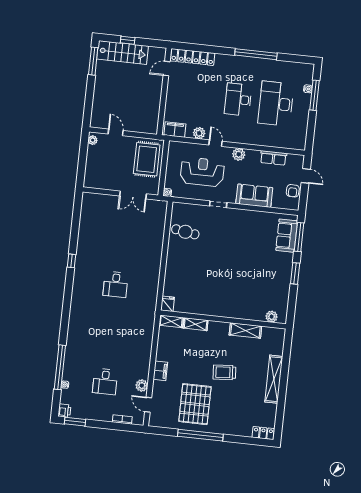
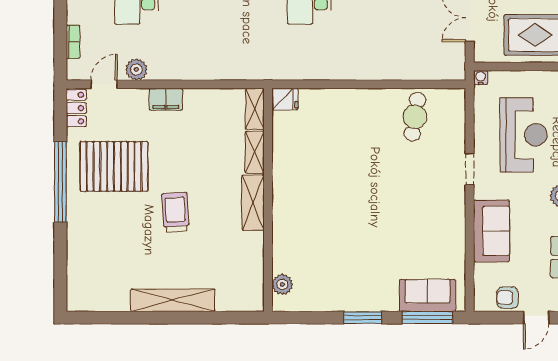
shelving: (245, 331) -> (253, 203), moved
locker: (263, 433) -> (76, 108), moved

